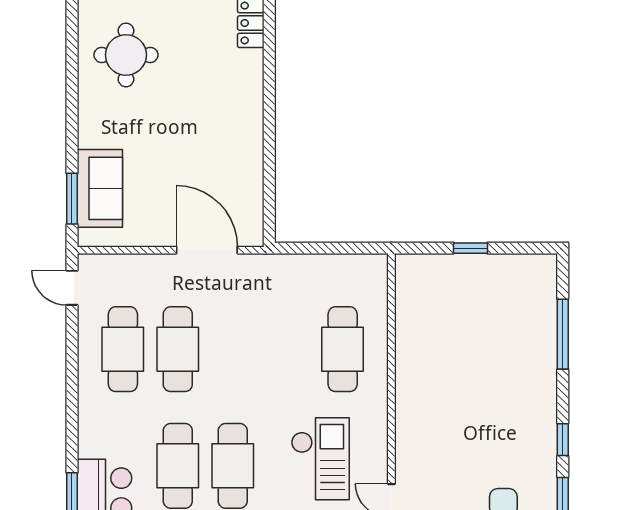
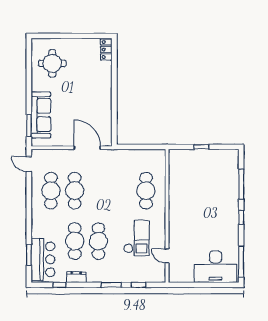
sofa: (100, 188) -> (41, 115), width x1.36
window: (563, 440) -> (241, 217), moved

